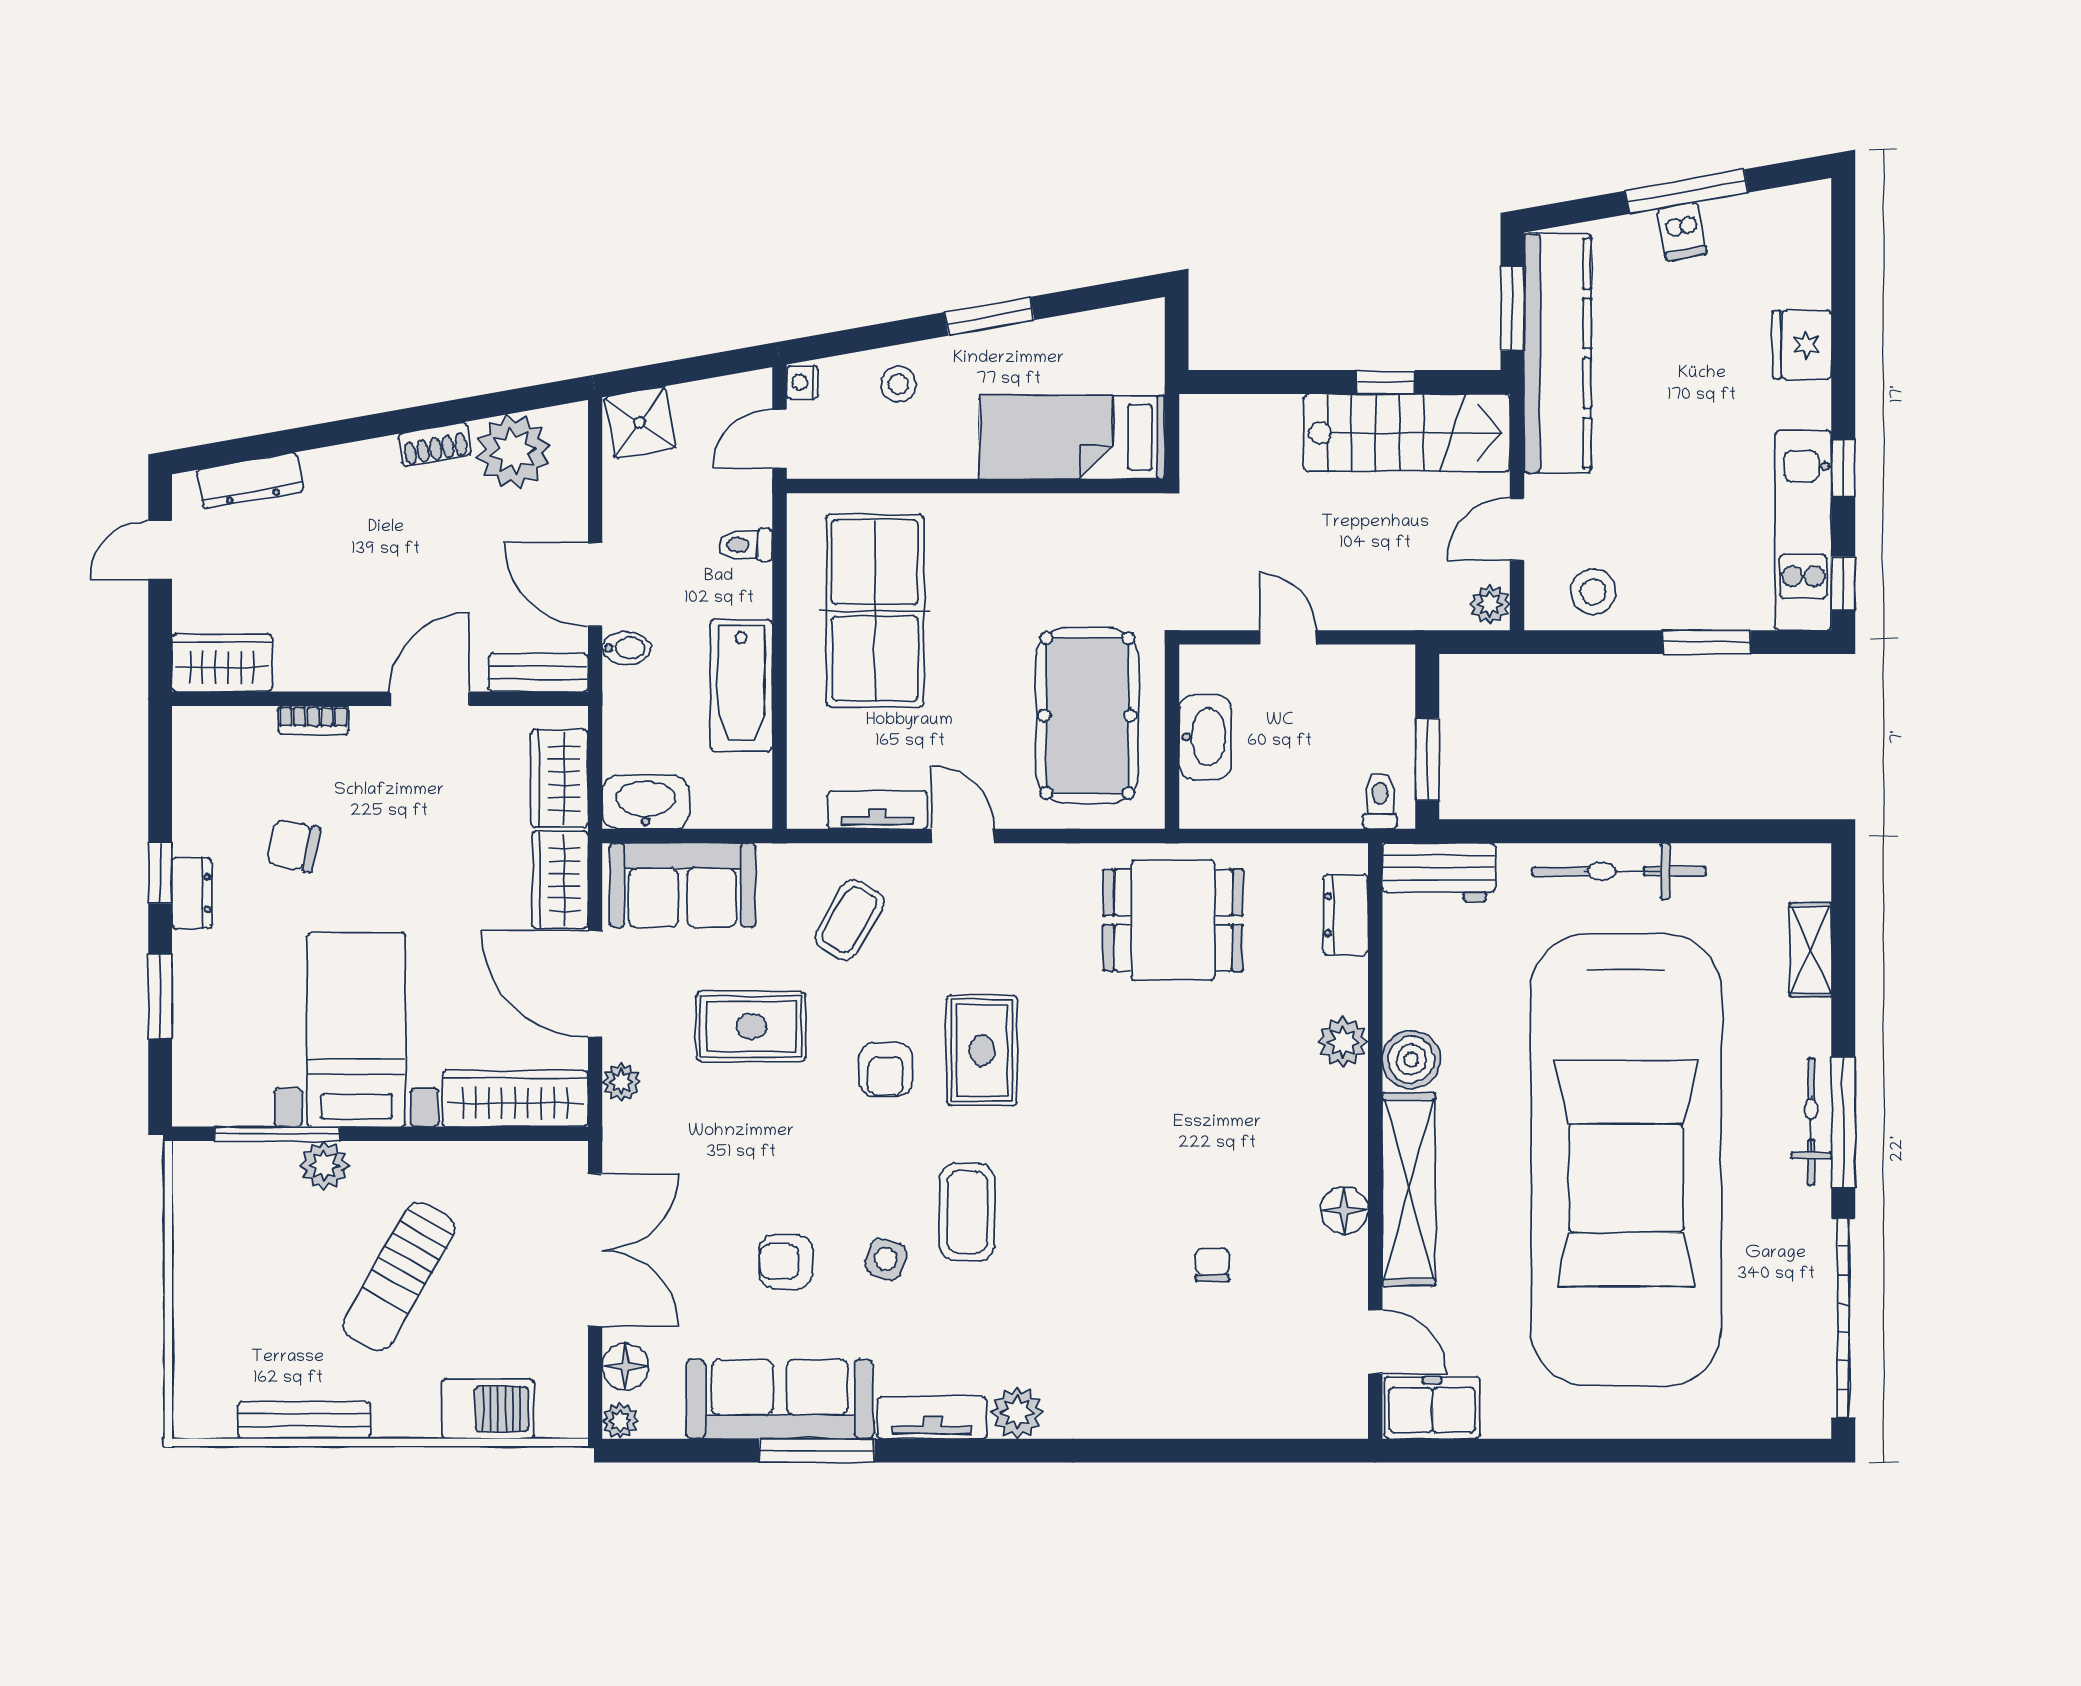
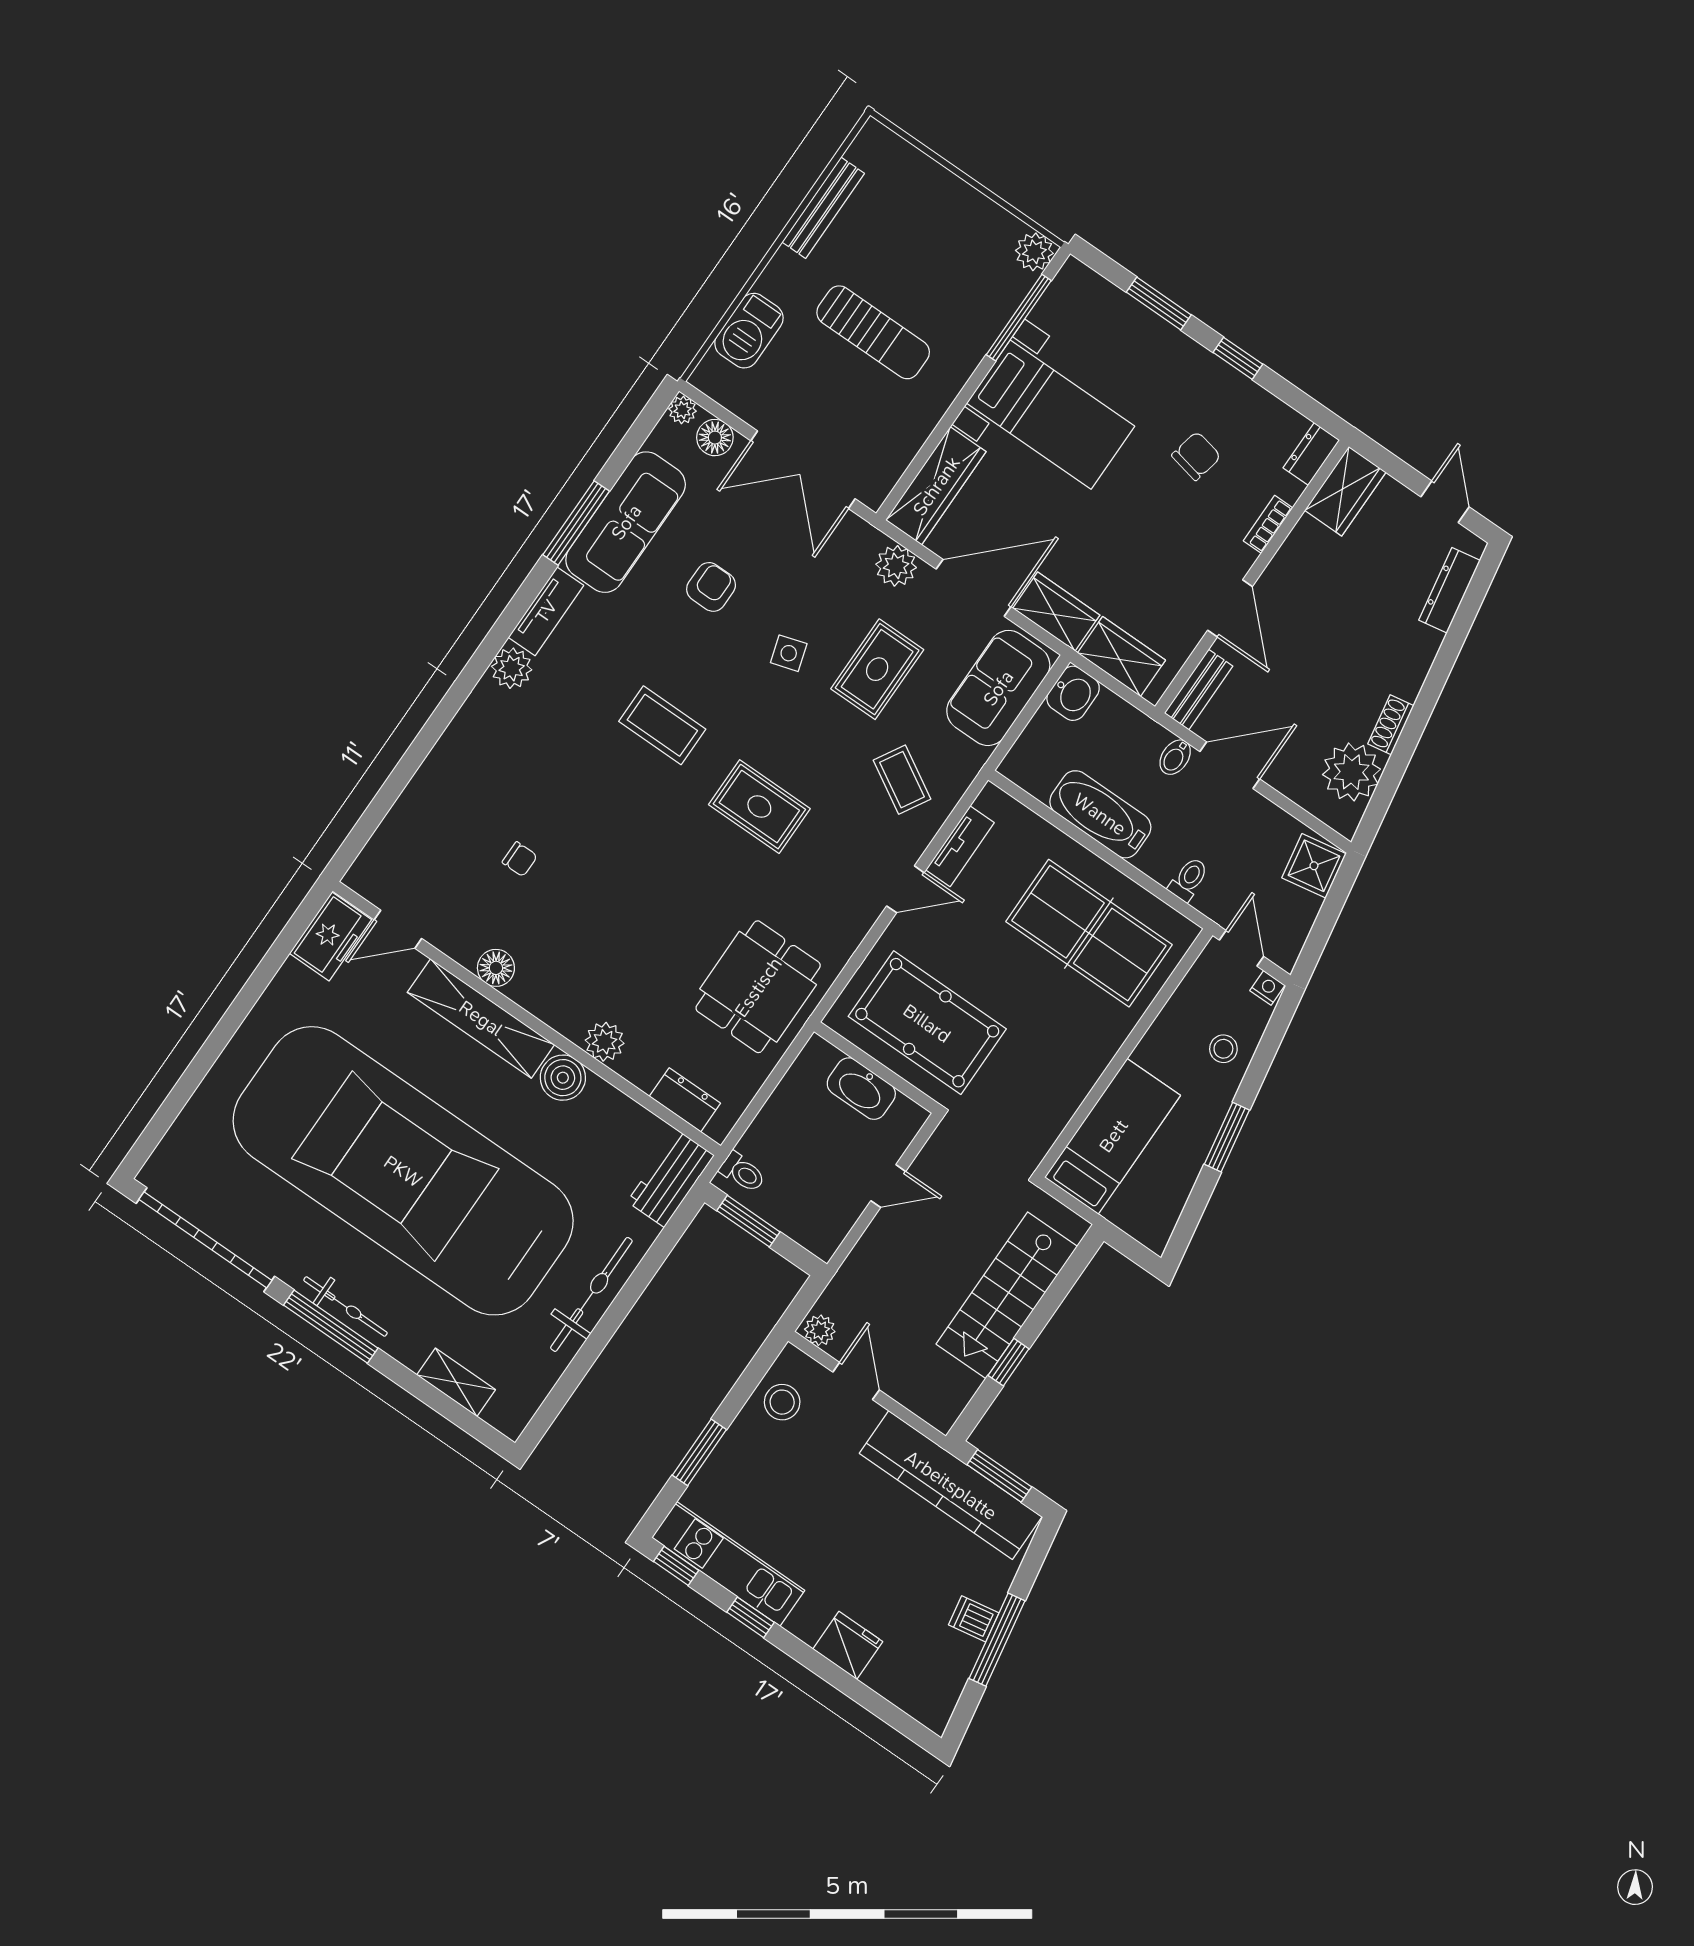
stairs: (1407, 433) -> (1007, 1295), moved
washbasin: (646, 802) -> (1073, 693), width x0.72
dresser: (192, 893) -> (1311, 454), moved, turned 90
armchair: (886, 1070) -> (790, 736), removed
plant: (621, 1082) -> (896, 566), width x1.38, depth x1.38
plant: (324, 1165) -> (1034, 252), moved
side table: (886, 1259) -> (789, 653), moved, turned -36
sun lounger: (399, 1277) -> (873, 332), turned 150

